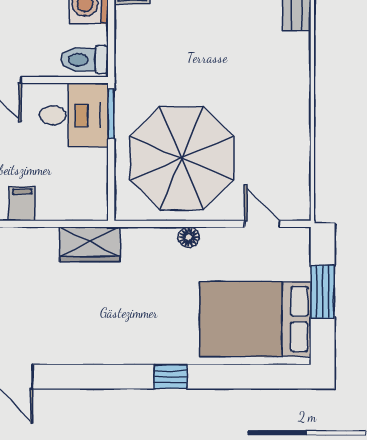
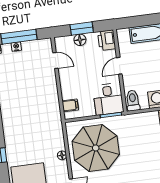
filing cabinet: (22, 204) -> (70, 105), moved
wardrobe: (90, 244) -> (53, 113), removed

